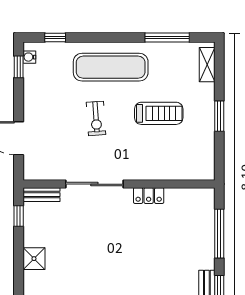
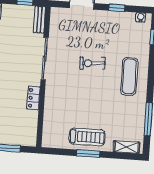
window: (19, 67) -> (117, 8), moved
exercise mat: (111, 67) -> (129, 76), width x0.73, depth x0.69
treadmill: (159, 113) -> (87, 137), moved, turned -90

